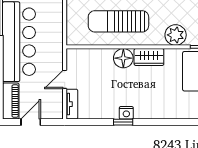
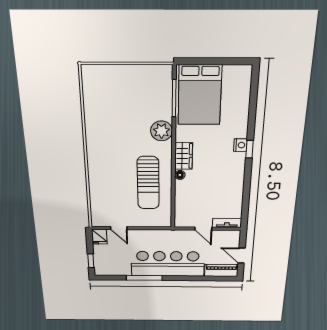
floor lamp: (123, 58) -> (180, 175), width x0.53, depth x0.53
nightstand: (126, 113) -> (240, 145), moved
window: (123, 122) -> (250, 149), moved

